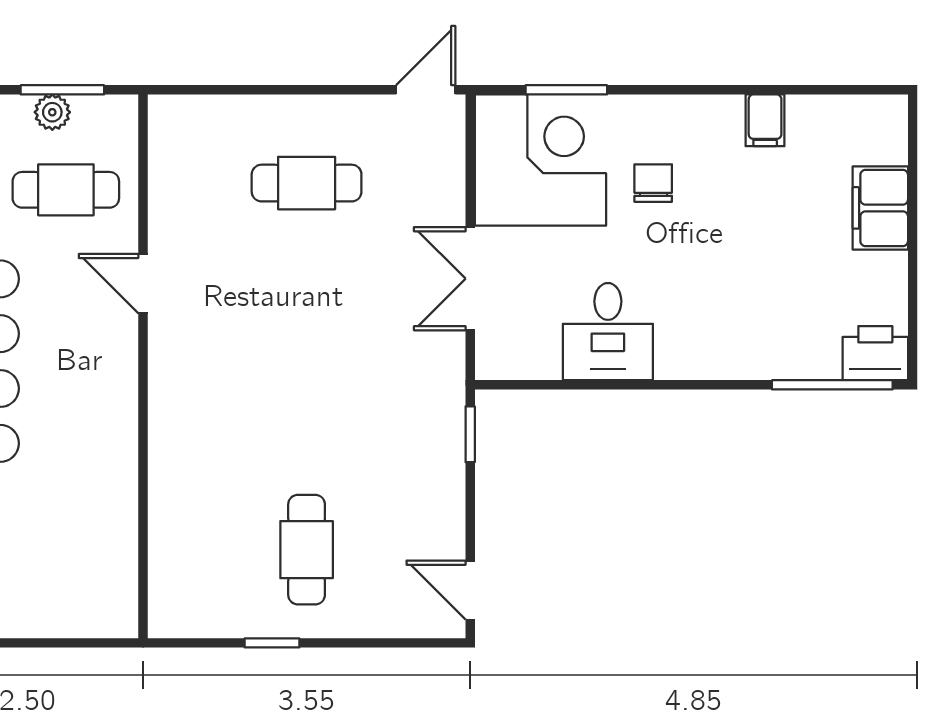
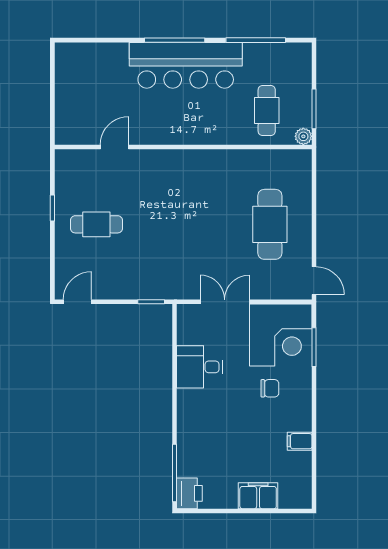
plant: (52, 112) -> (303, 136), moved
cafe table: (307, 183) -> (270, 224), width x1.37, depth x1.35
door: (143, 284) -> (114, 147), moved

